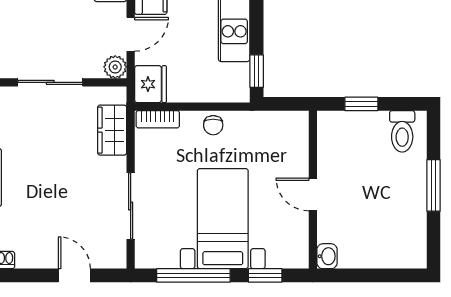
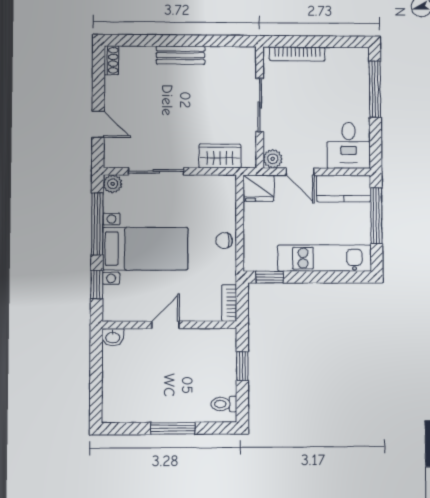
bookcase: (158, 119) -> (229, 303), moved
toilet: (402, 131) -> (224, 404), width x0.73, depth x0.72
plant: (146, 258) -> (113, 184), added
door: (74, 275) -> (98, 124), hinge flipped

